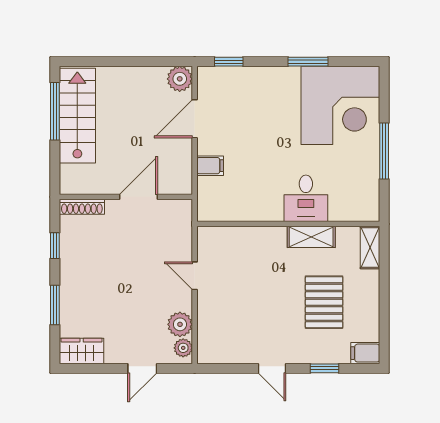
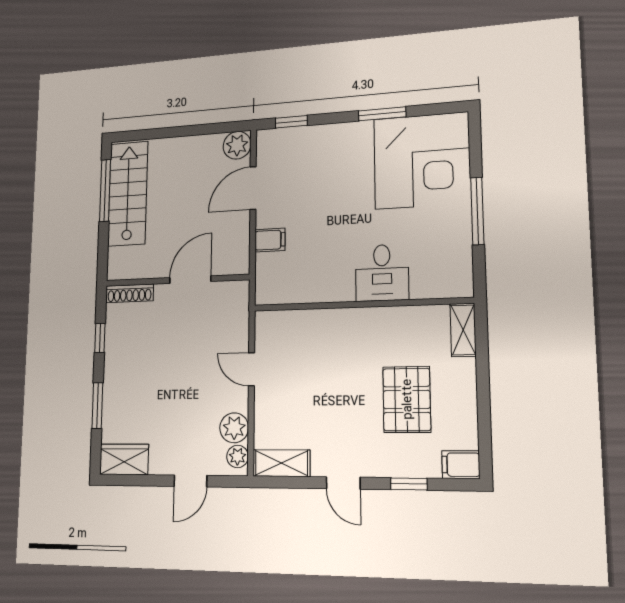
shelving: (311, 237) -> (281, 463), moved

